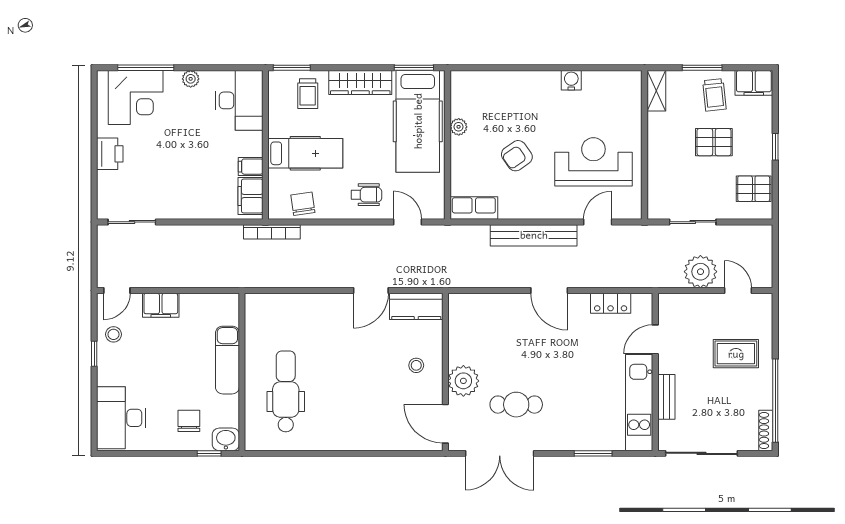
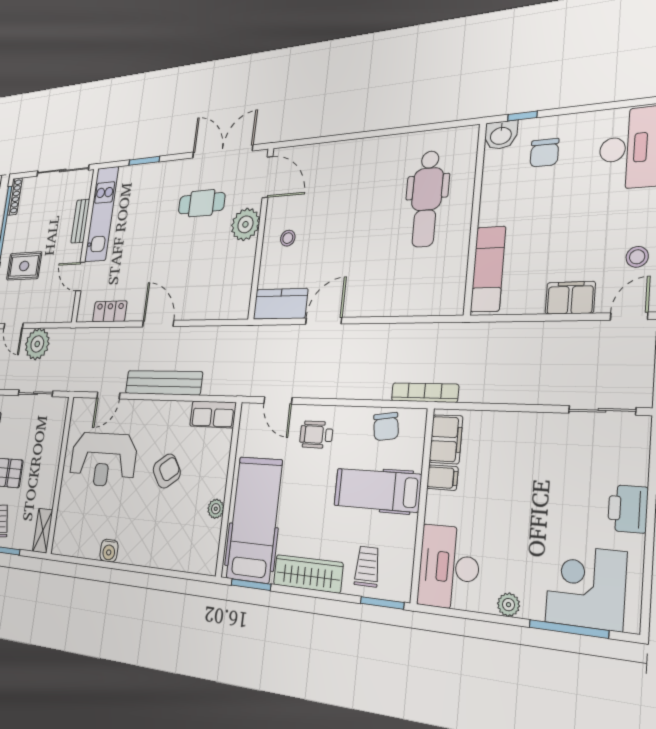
door: (655, 339) -> (80, 277), swing flipped
exam couch: (227, 360) -> (488, 269), moved

